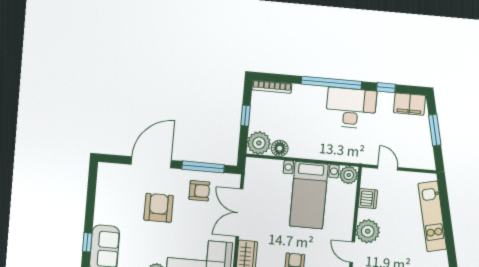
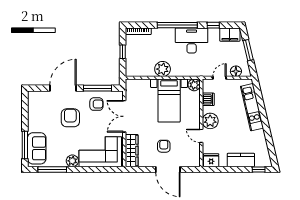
plant: (259, 143) -> (163, 69), moved
floor lamp: (280, 148) -> (236, 71), moved
door: (388, 168) -> (219, 78), hinge flipped
window: (87, 242) -> (25, 145), width x2.17

